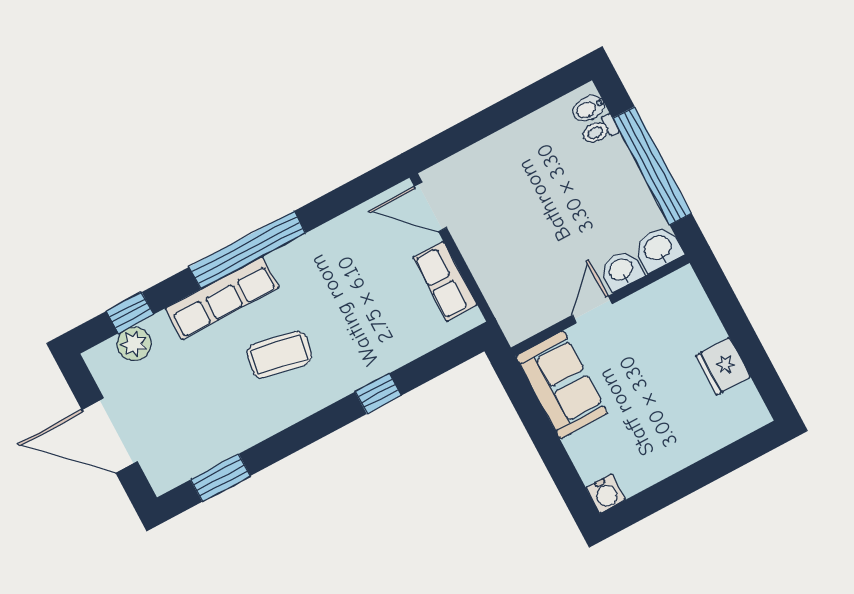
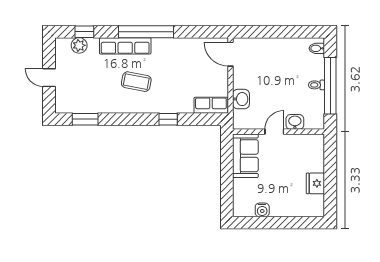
toilet: (599, 130) -> (316, 85), moved
washbasin: (658, 249) -> (241, 99), moved, turned 90
row of seats: (445, 281) -> (211, 105), moved, turned 90
door: (110, 436) -> (49, 78), width x0.53
water cooler: (606, 493) -> (262, 210), moved

